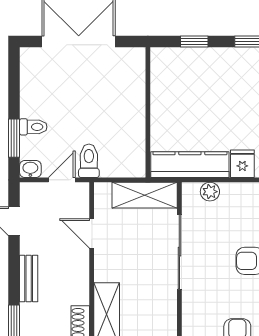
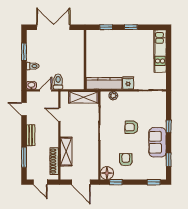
window: (14, 138) -> (24, 52), moved

